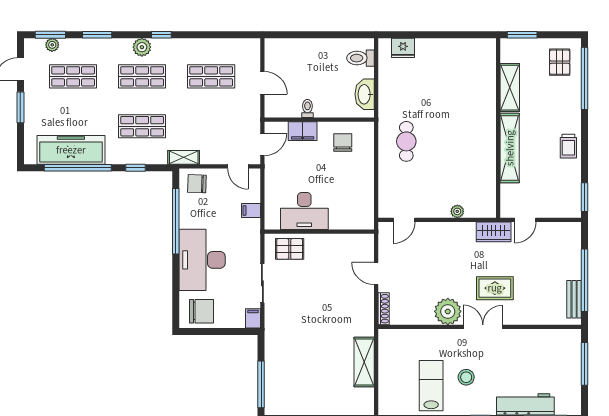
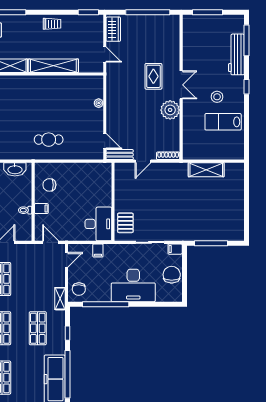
filing cabinet: (303, 131) -> (41, 209), width x0.50
desk: (304, 211) -> (98, 224), moved
wardrobe: (494, 232) -> (113, 29), moved
bench: (574, 299) -> (120, 155), moved
chair: (201, 311) -> (172, 275), moved
double door: (483, 327) -> (181, 85), swing flipped
window: (261, 384) -> (211, 243), moved

